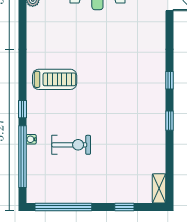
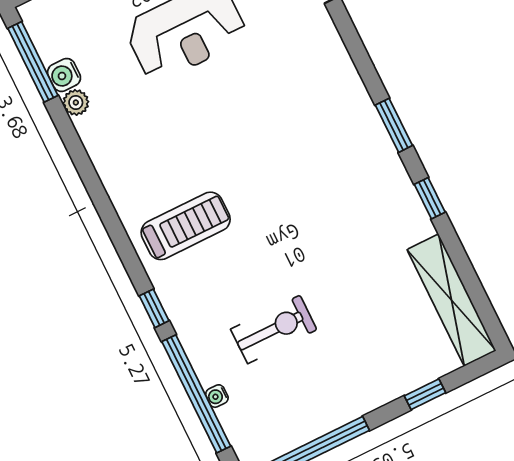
window: (169, 80) -> (394, 125), width x1.50
water cooler: (31, 139) -> (217, 396), moved
shelving: (159, 188) -> (451, 300), width x2.20, depth x1.33

